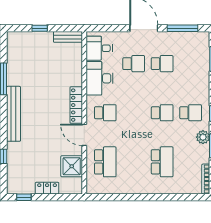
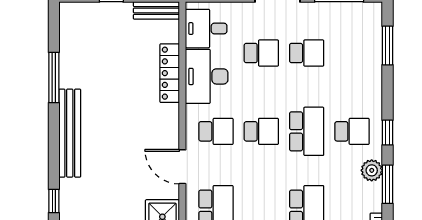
locker: (76, 105) -> (170, 73), moved
school desk: (134, 113) -> (261, 131), added
school desk: (162, 113) -> (307, 131), width x1.85

